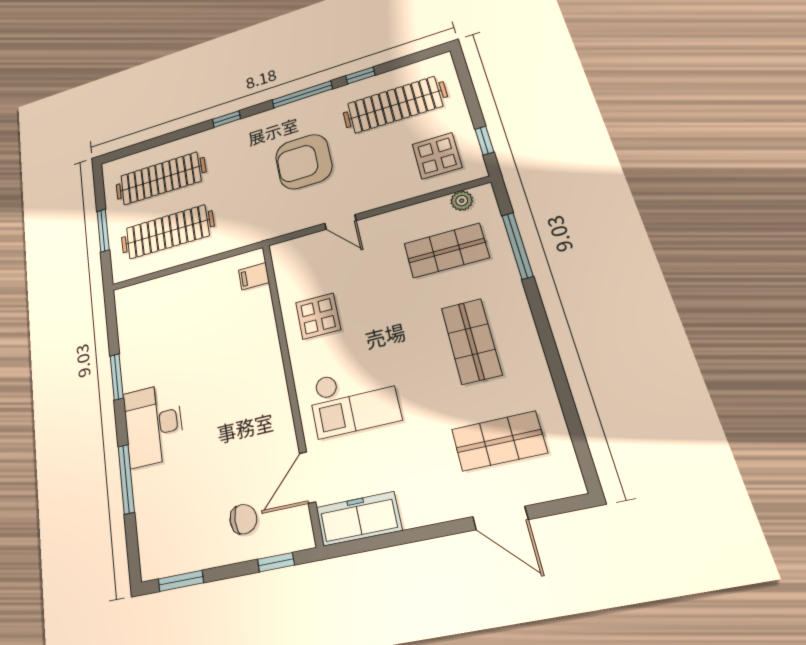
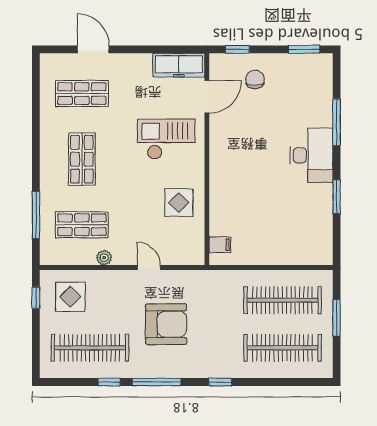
plant: (462, 201) -> (104, 258), moved
chair: (243, 519) -> (255, 79), turned 90

